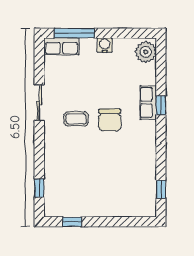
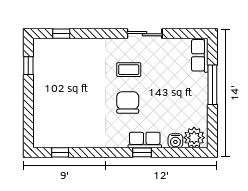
window: (74, 33) -> (212, 85), moved
water cooler: (105, 45) -> (175, 141), moved, turned 90
coffee table: (76, 119) -> (129, 70), turned 90
chair: (110, 120) -> (128, 102), turned 90

